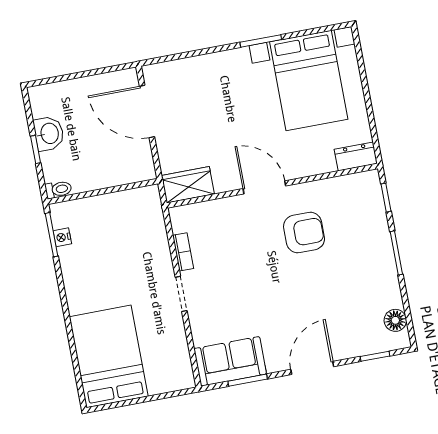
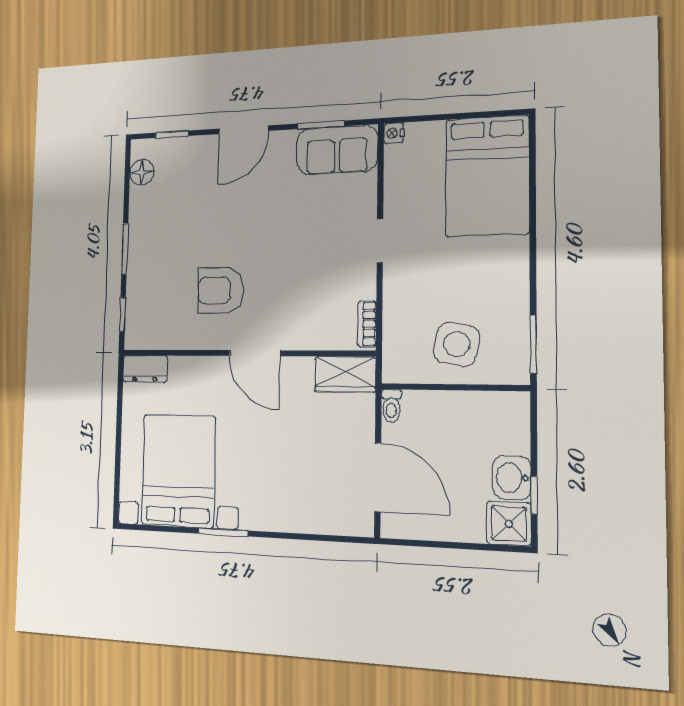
shower: (45, 100) -> (509, 524), added
window: (36, 149) -> (534, 495), moved
toilet: (58, 189) -> (391, 406), moved, turned -90
side table: (107, 224) -> (457, 344), added
nightstand: (62, 237) -> (394, 133), moved, turned 180
bookcase: (183, 252) -> (367, 324), moved

